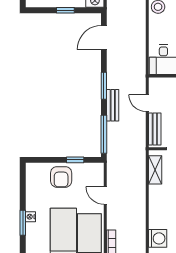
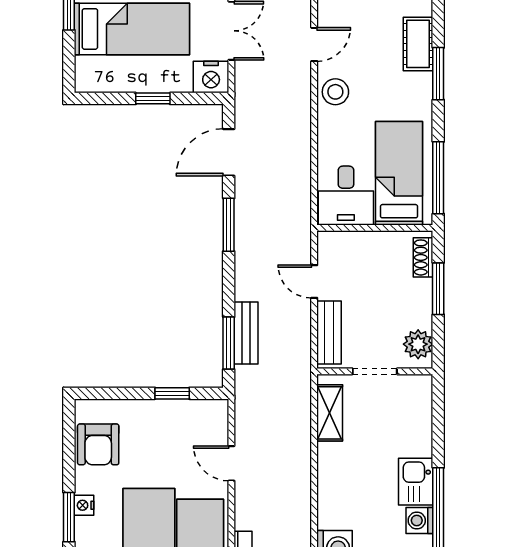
window: (104, 86) -> (229, 225), moved
bench: (113, 105) -> (246, 333), moved
window: (104, 134) -> (229, 343), width x0.69
armchair: (61, 177) -> (98, 444), moved

